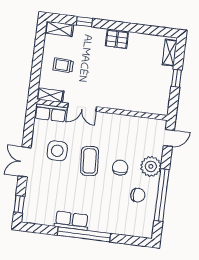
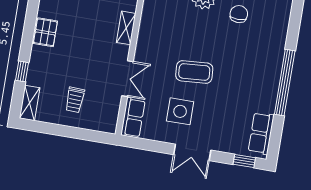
shelving: (50, 95) -> (126, 28), moved
chair: (120, 168) -> (204, 35), removed
row of seats: (71, 221) -> (261, 133), moved

